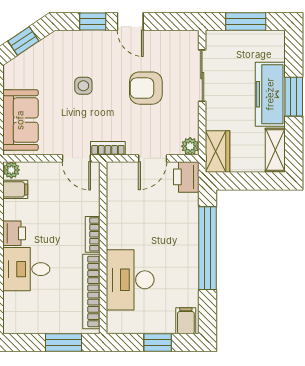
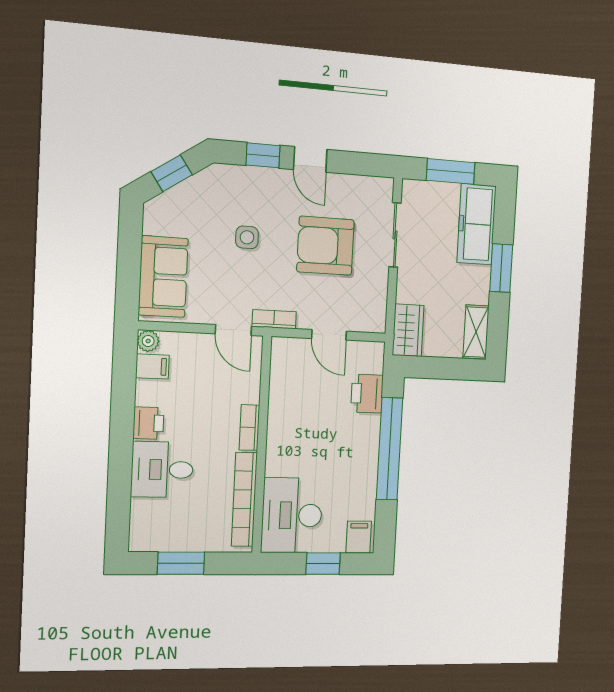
armchair: (146, 88) -> (325, 246), width x1.36, depth x1.36
freezer: (270, 94) -> (477, 224), moved
plant: (190, 146) -> (376, 322), removed
door: (153, 158) -> (329, 335), hinge flipped
printer: (186, 177) -> (367, 394), moved
desk: (130, 280) -> (292, 515), moved
window: (63, 343) -> (181, 563), moved

